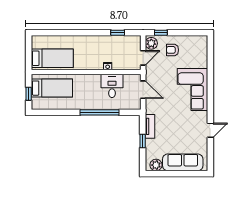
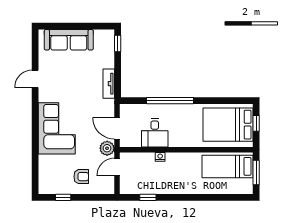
window: (161, 33) -> (63, 197), moved
plant: (151, 43) -> (107, 148), moved
window: (29, 53) -> (256, 172), added
bed: (52, 88) -> (228, 125), width x1.50
window: (143, 141) -> (118, 43), moved
plant: (156, 165) -> (101, 37), removed

